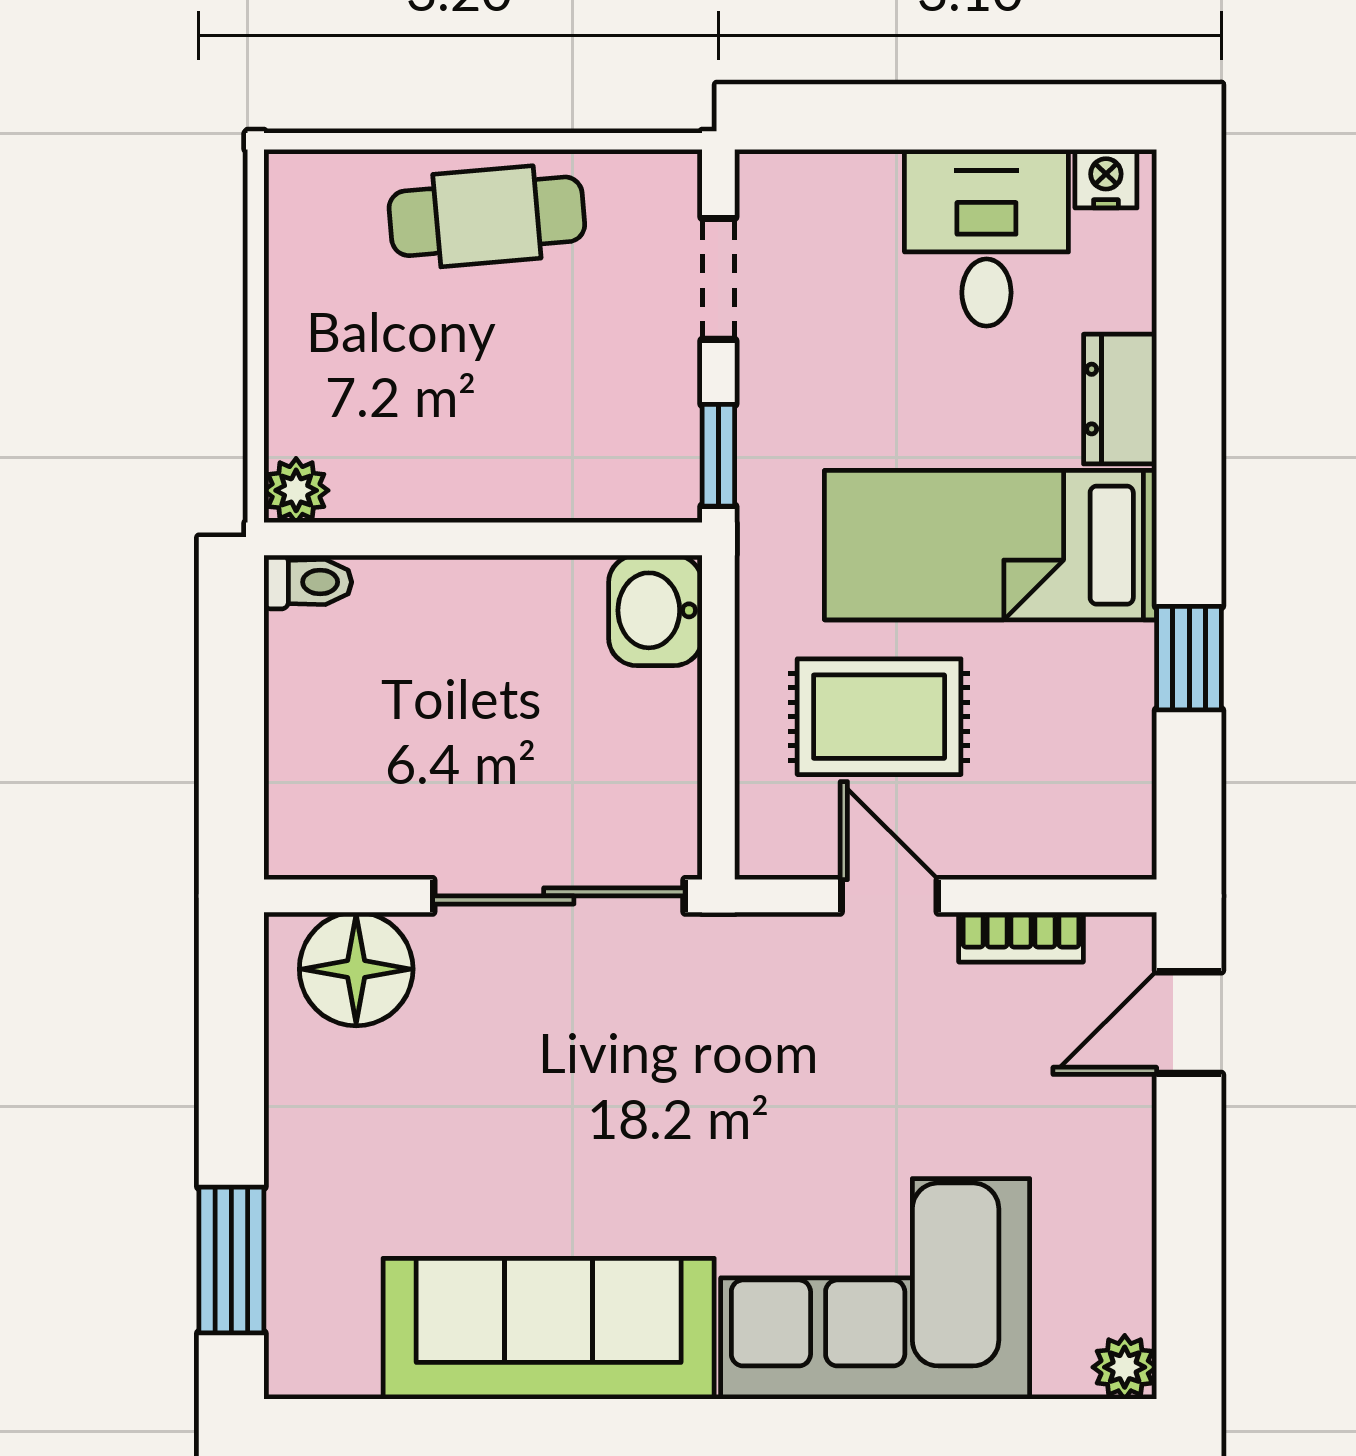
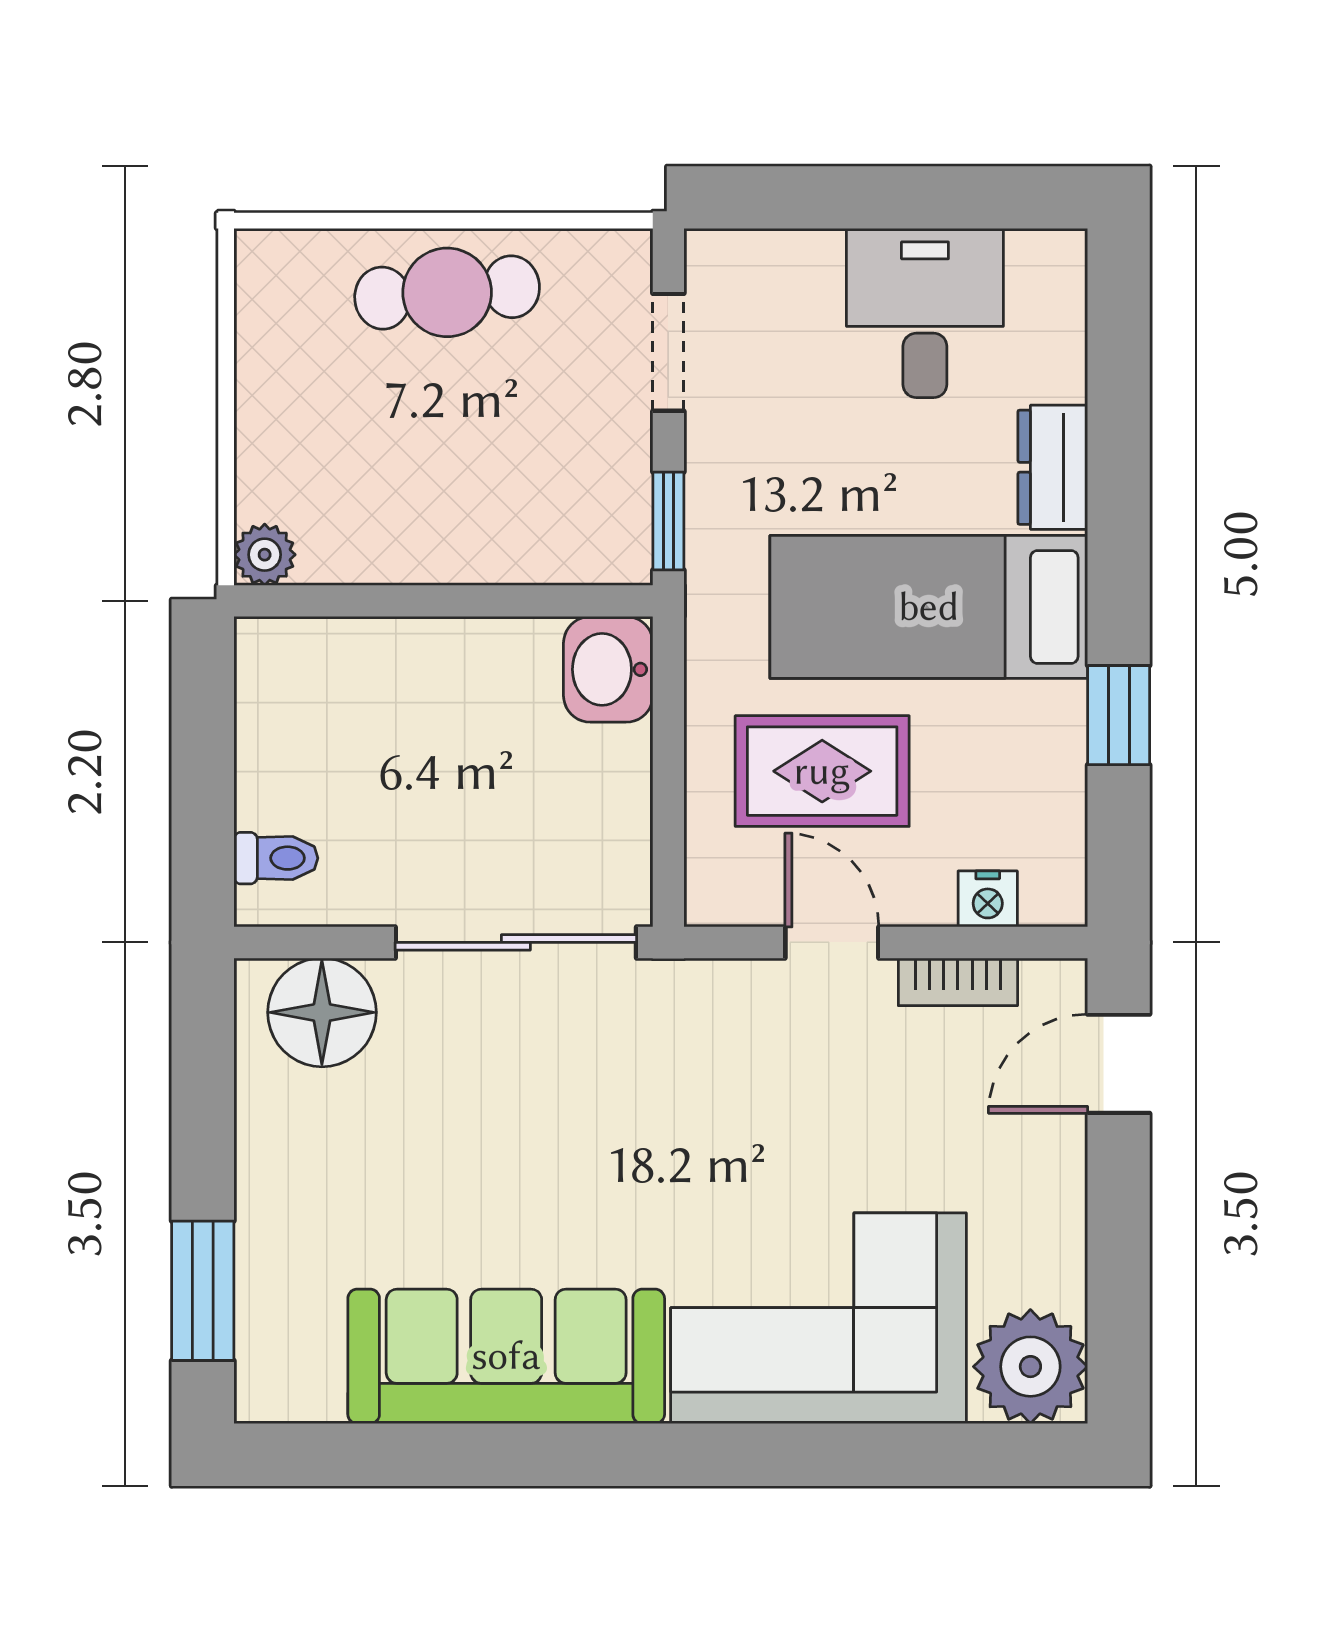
nightstand: (1106, 179) -> (988, 899), moved, turned 180
toilet: (308, 582) -> (276, 858), moved
plant: (1125, 1367) -> (1030, 1367), width x1.87, depth x1.87

